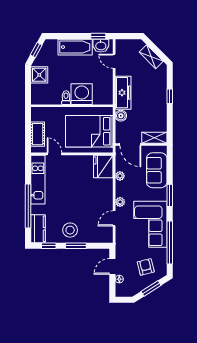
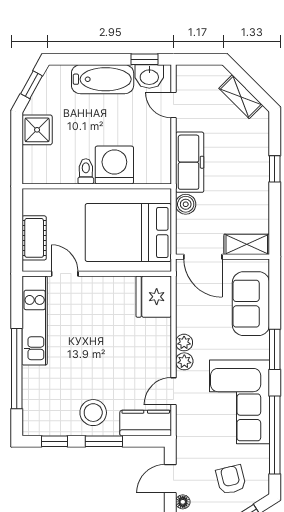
plant: (120, 176) -> (184, 343), moved
kitchen counter: (38, 229) -> (146, 423), moved, turned -90

